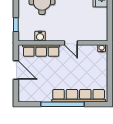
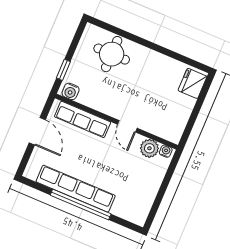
water cooler: (40, 36) -> (71, 91), moved
plant: (91, 51) -> (149, 148), added
row of seats: (79, 96) -> (76, 189), moved

